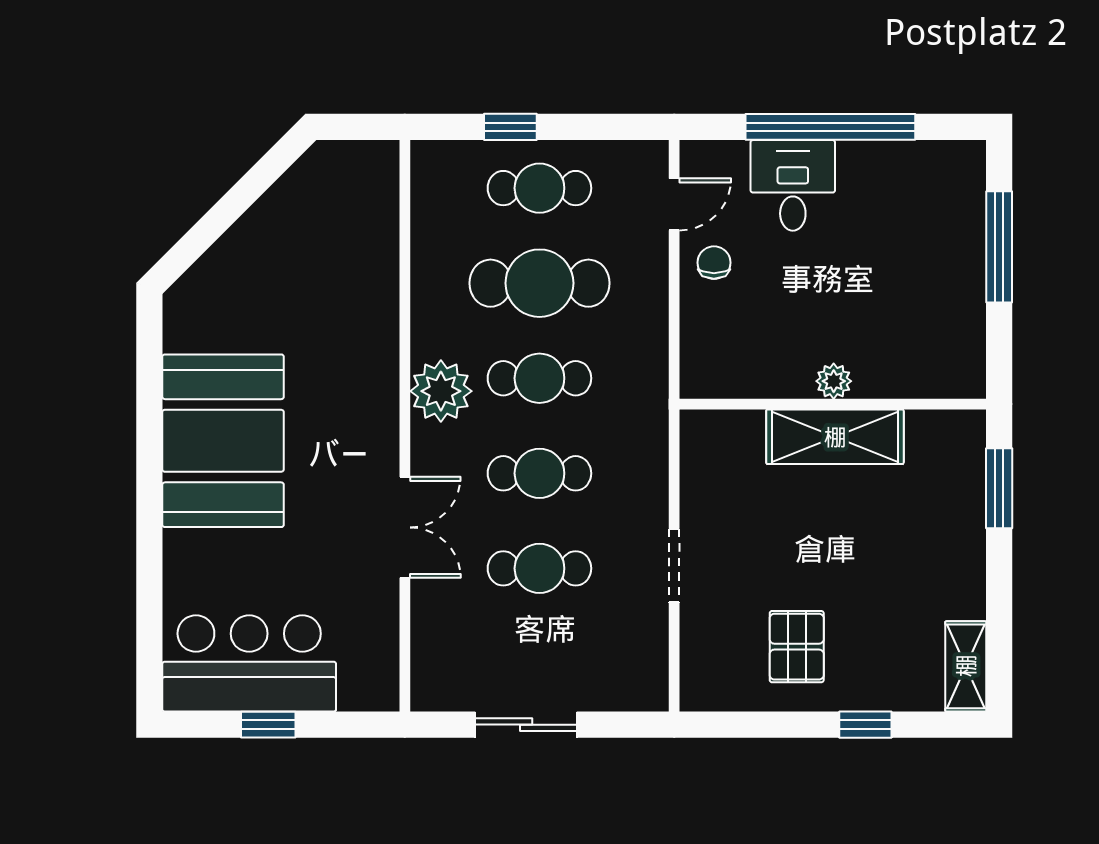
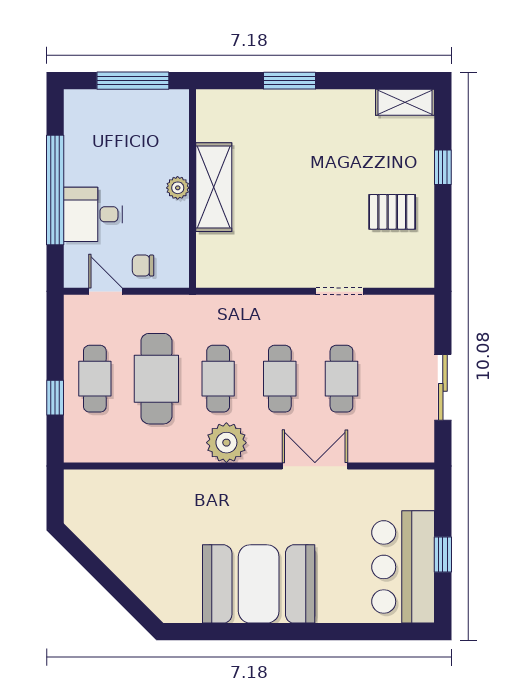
plant: (834, 381) -> (178, 188), moved
wall: (833, 404) -> (193, 188), moved
shelving: (835, 437) -> (214, 187), moved

